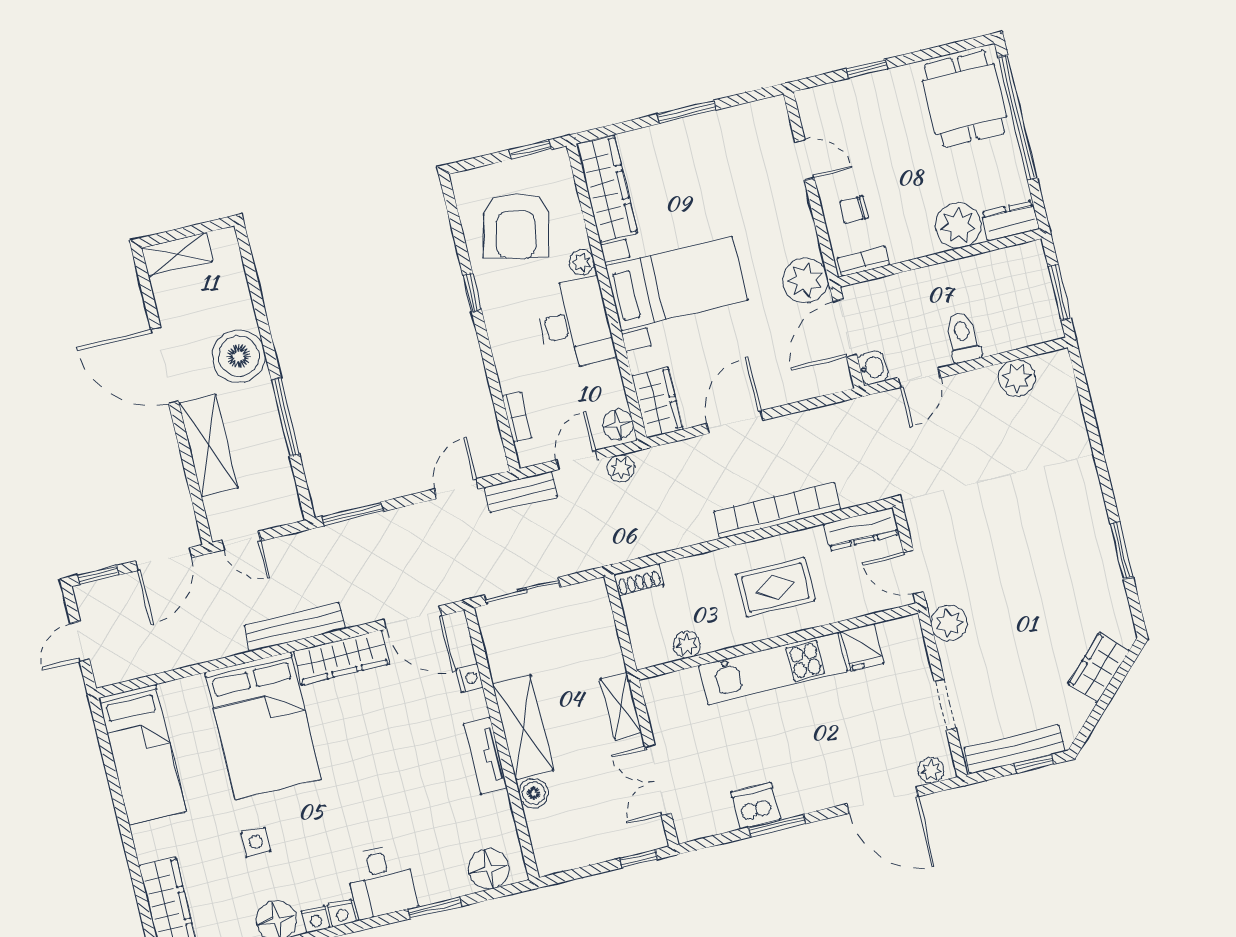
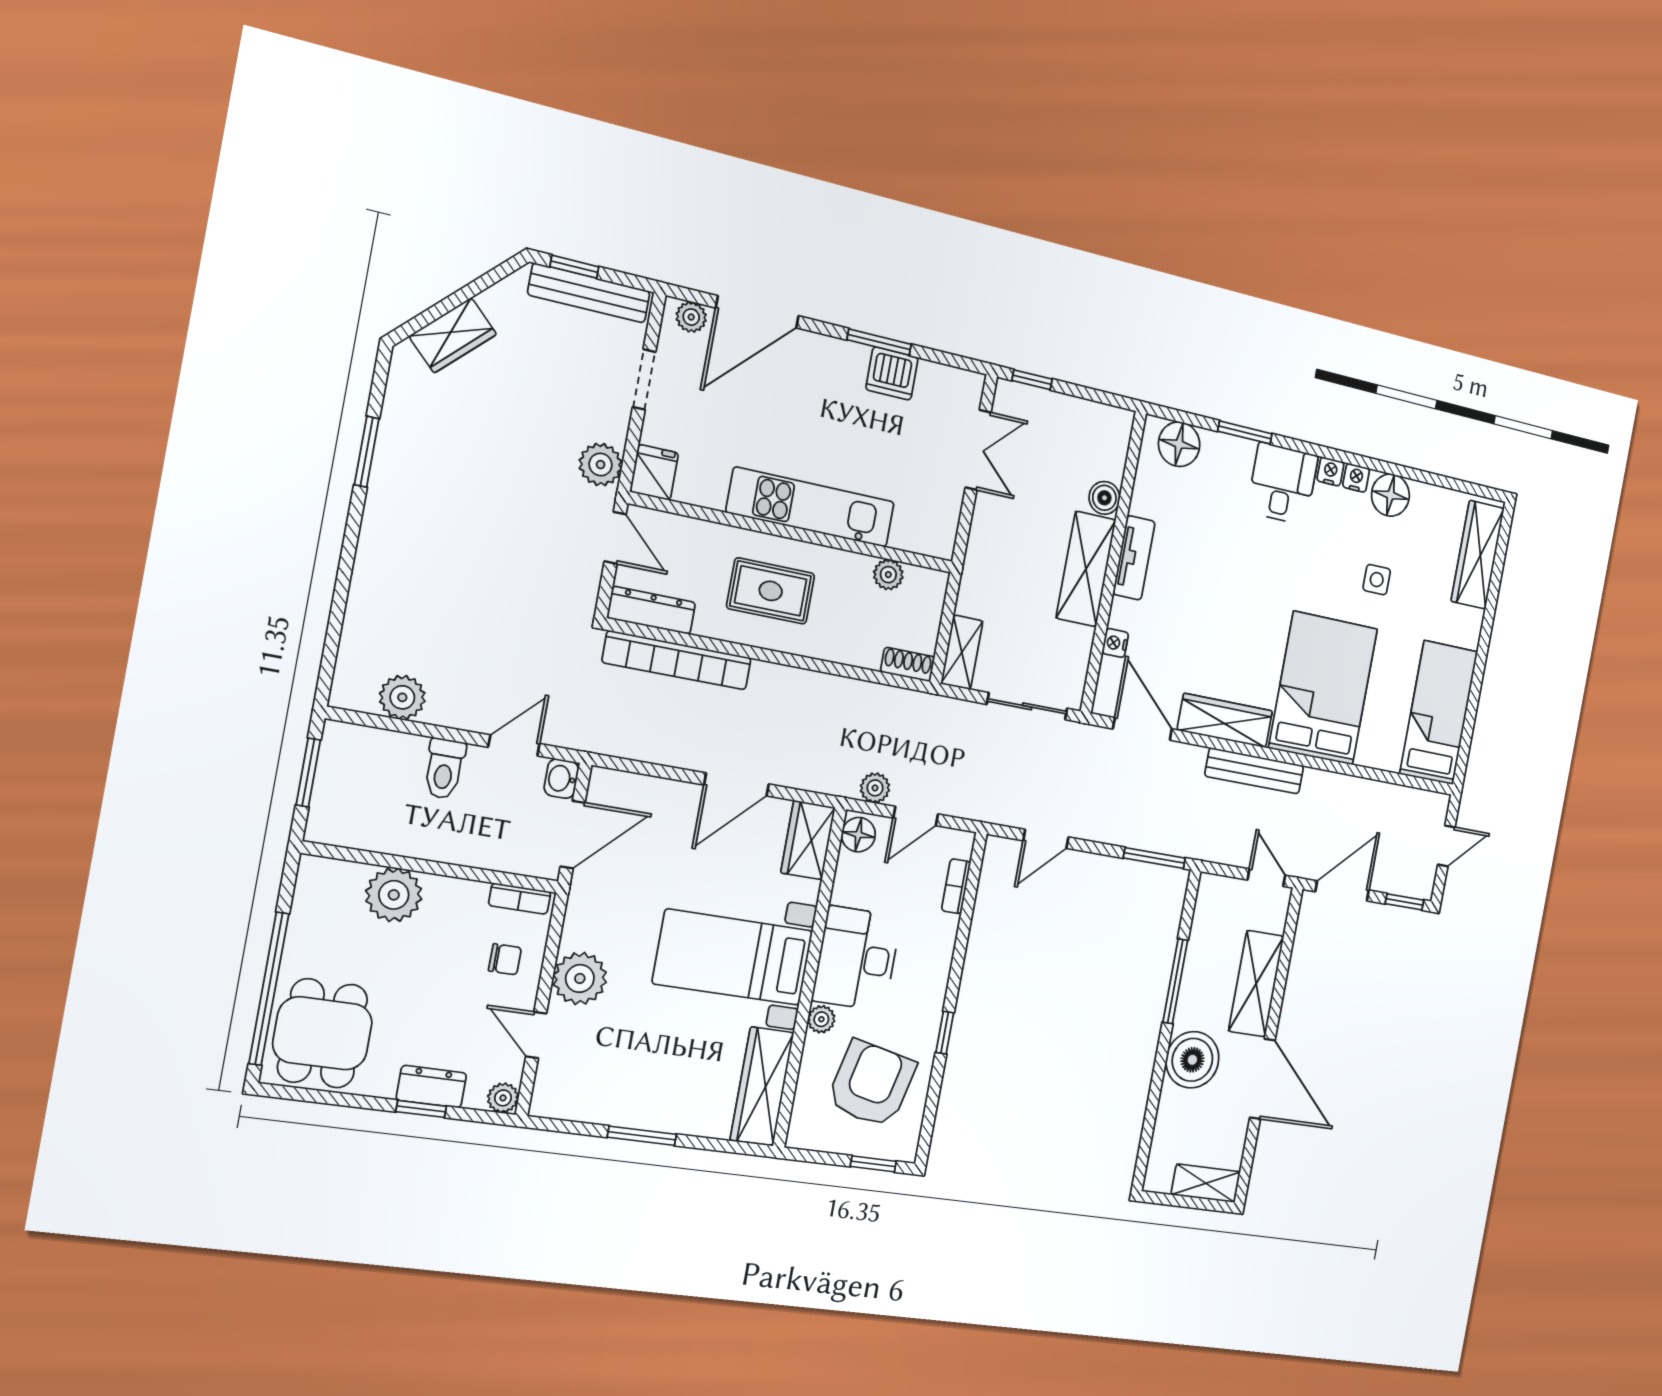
plant: (809, 101) -> (503, 1098), added
window: (530, 150) -> (873, 1164), moved
dresser: (1010, 221) -> (431, 1087), moved, turned 180
plant: (805, 281) -> (580, 978), moved
bench: (521, 492) -> (985, 808), removed
bookcase: (777, 511) -> (677, 660), moved
fridge: (862, 647) -> (654, 472), moved
shelving: (621, 706) -> (962, 652), moved
door: (883, 800) -> (757, 312), swing flipped

